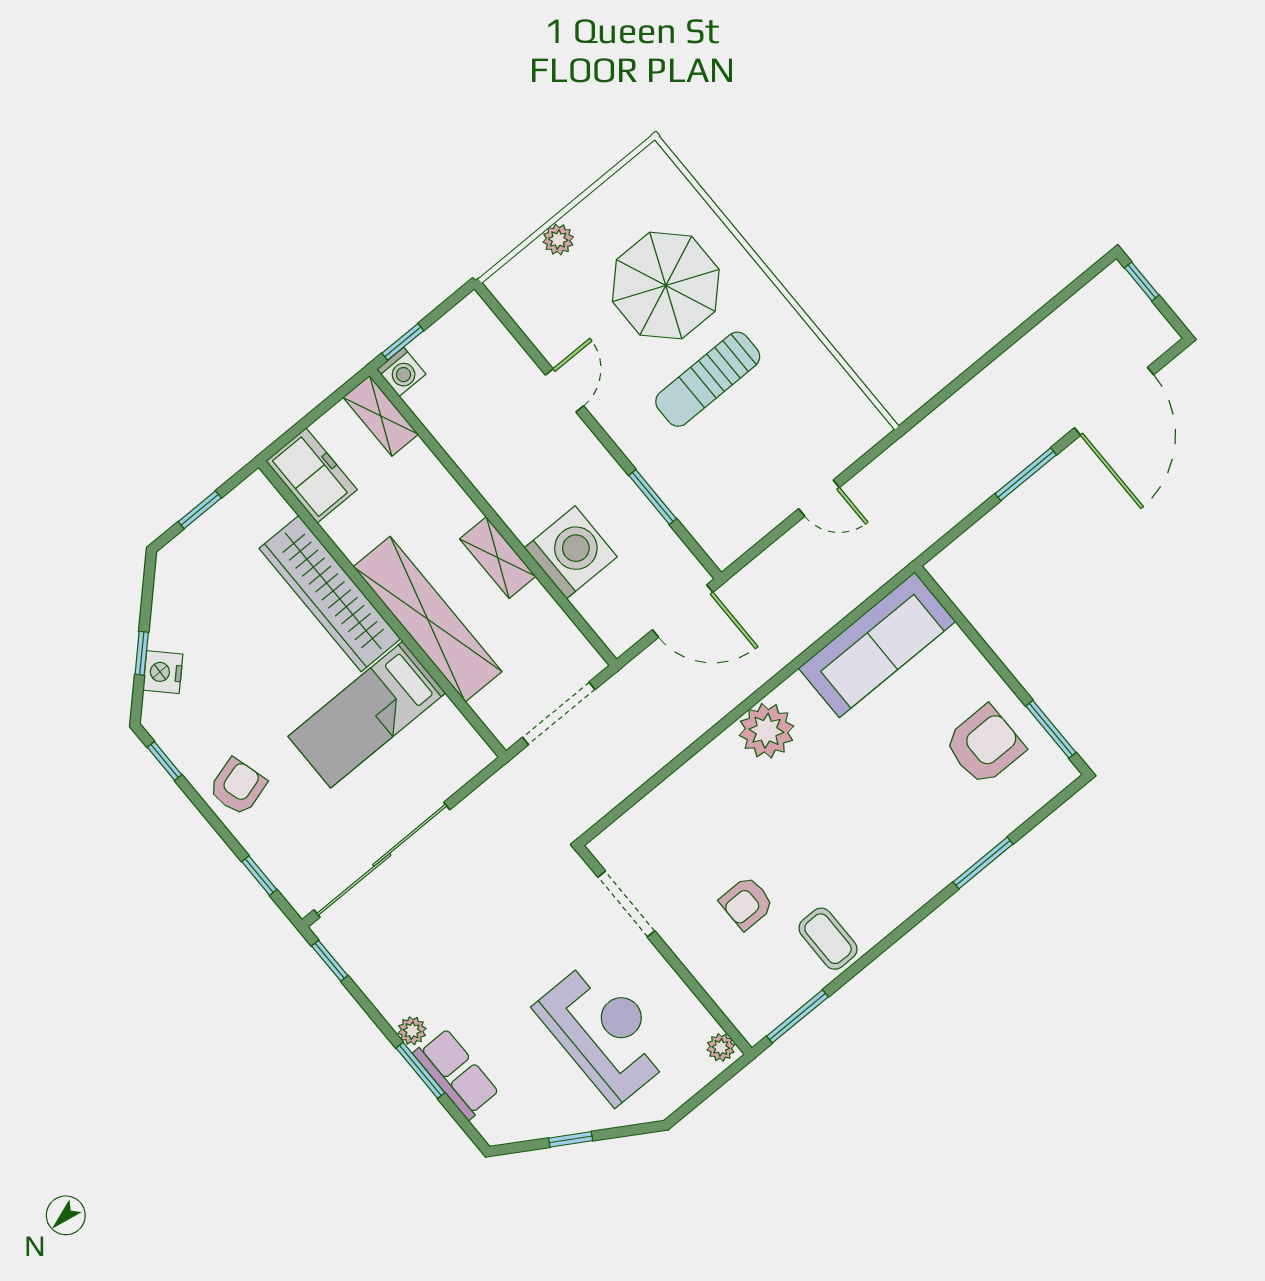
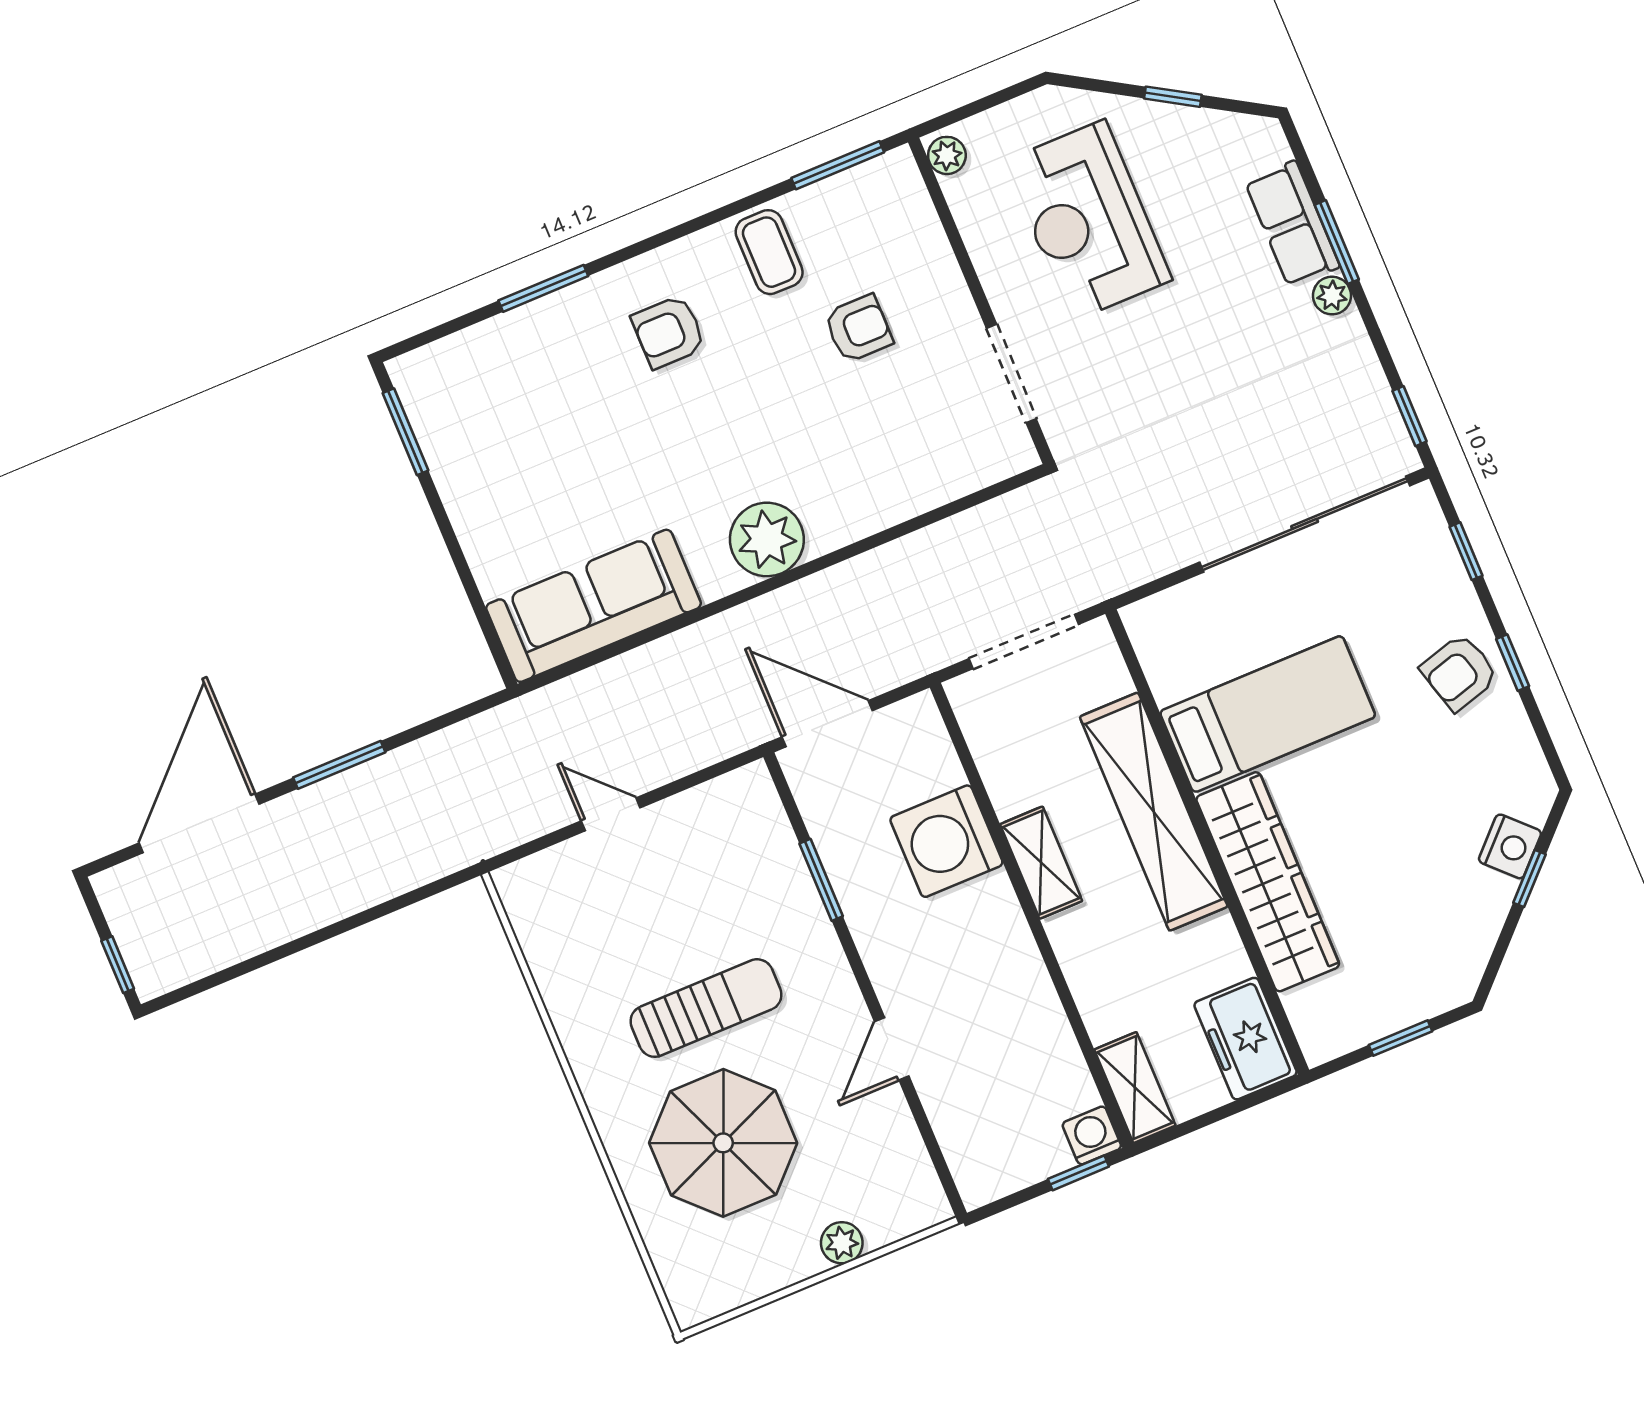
armchair: (985, 745) -> (669, 332), moved, width x0.72, depth x0.72
window: (164, 761) -> (1513, 663), moved

